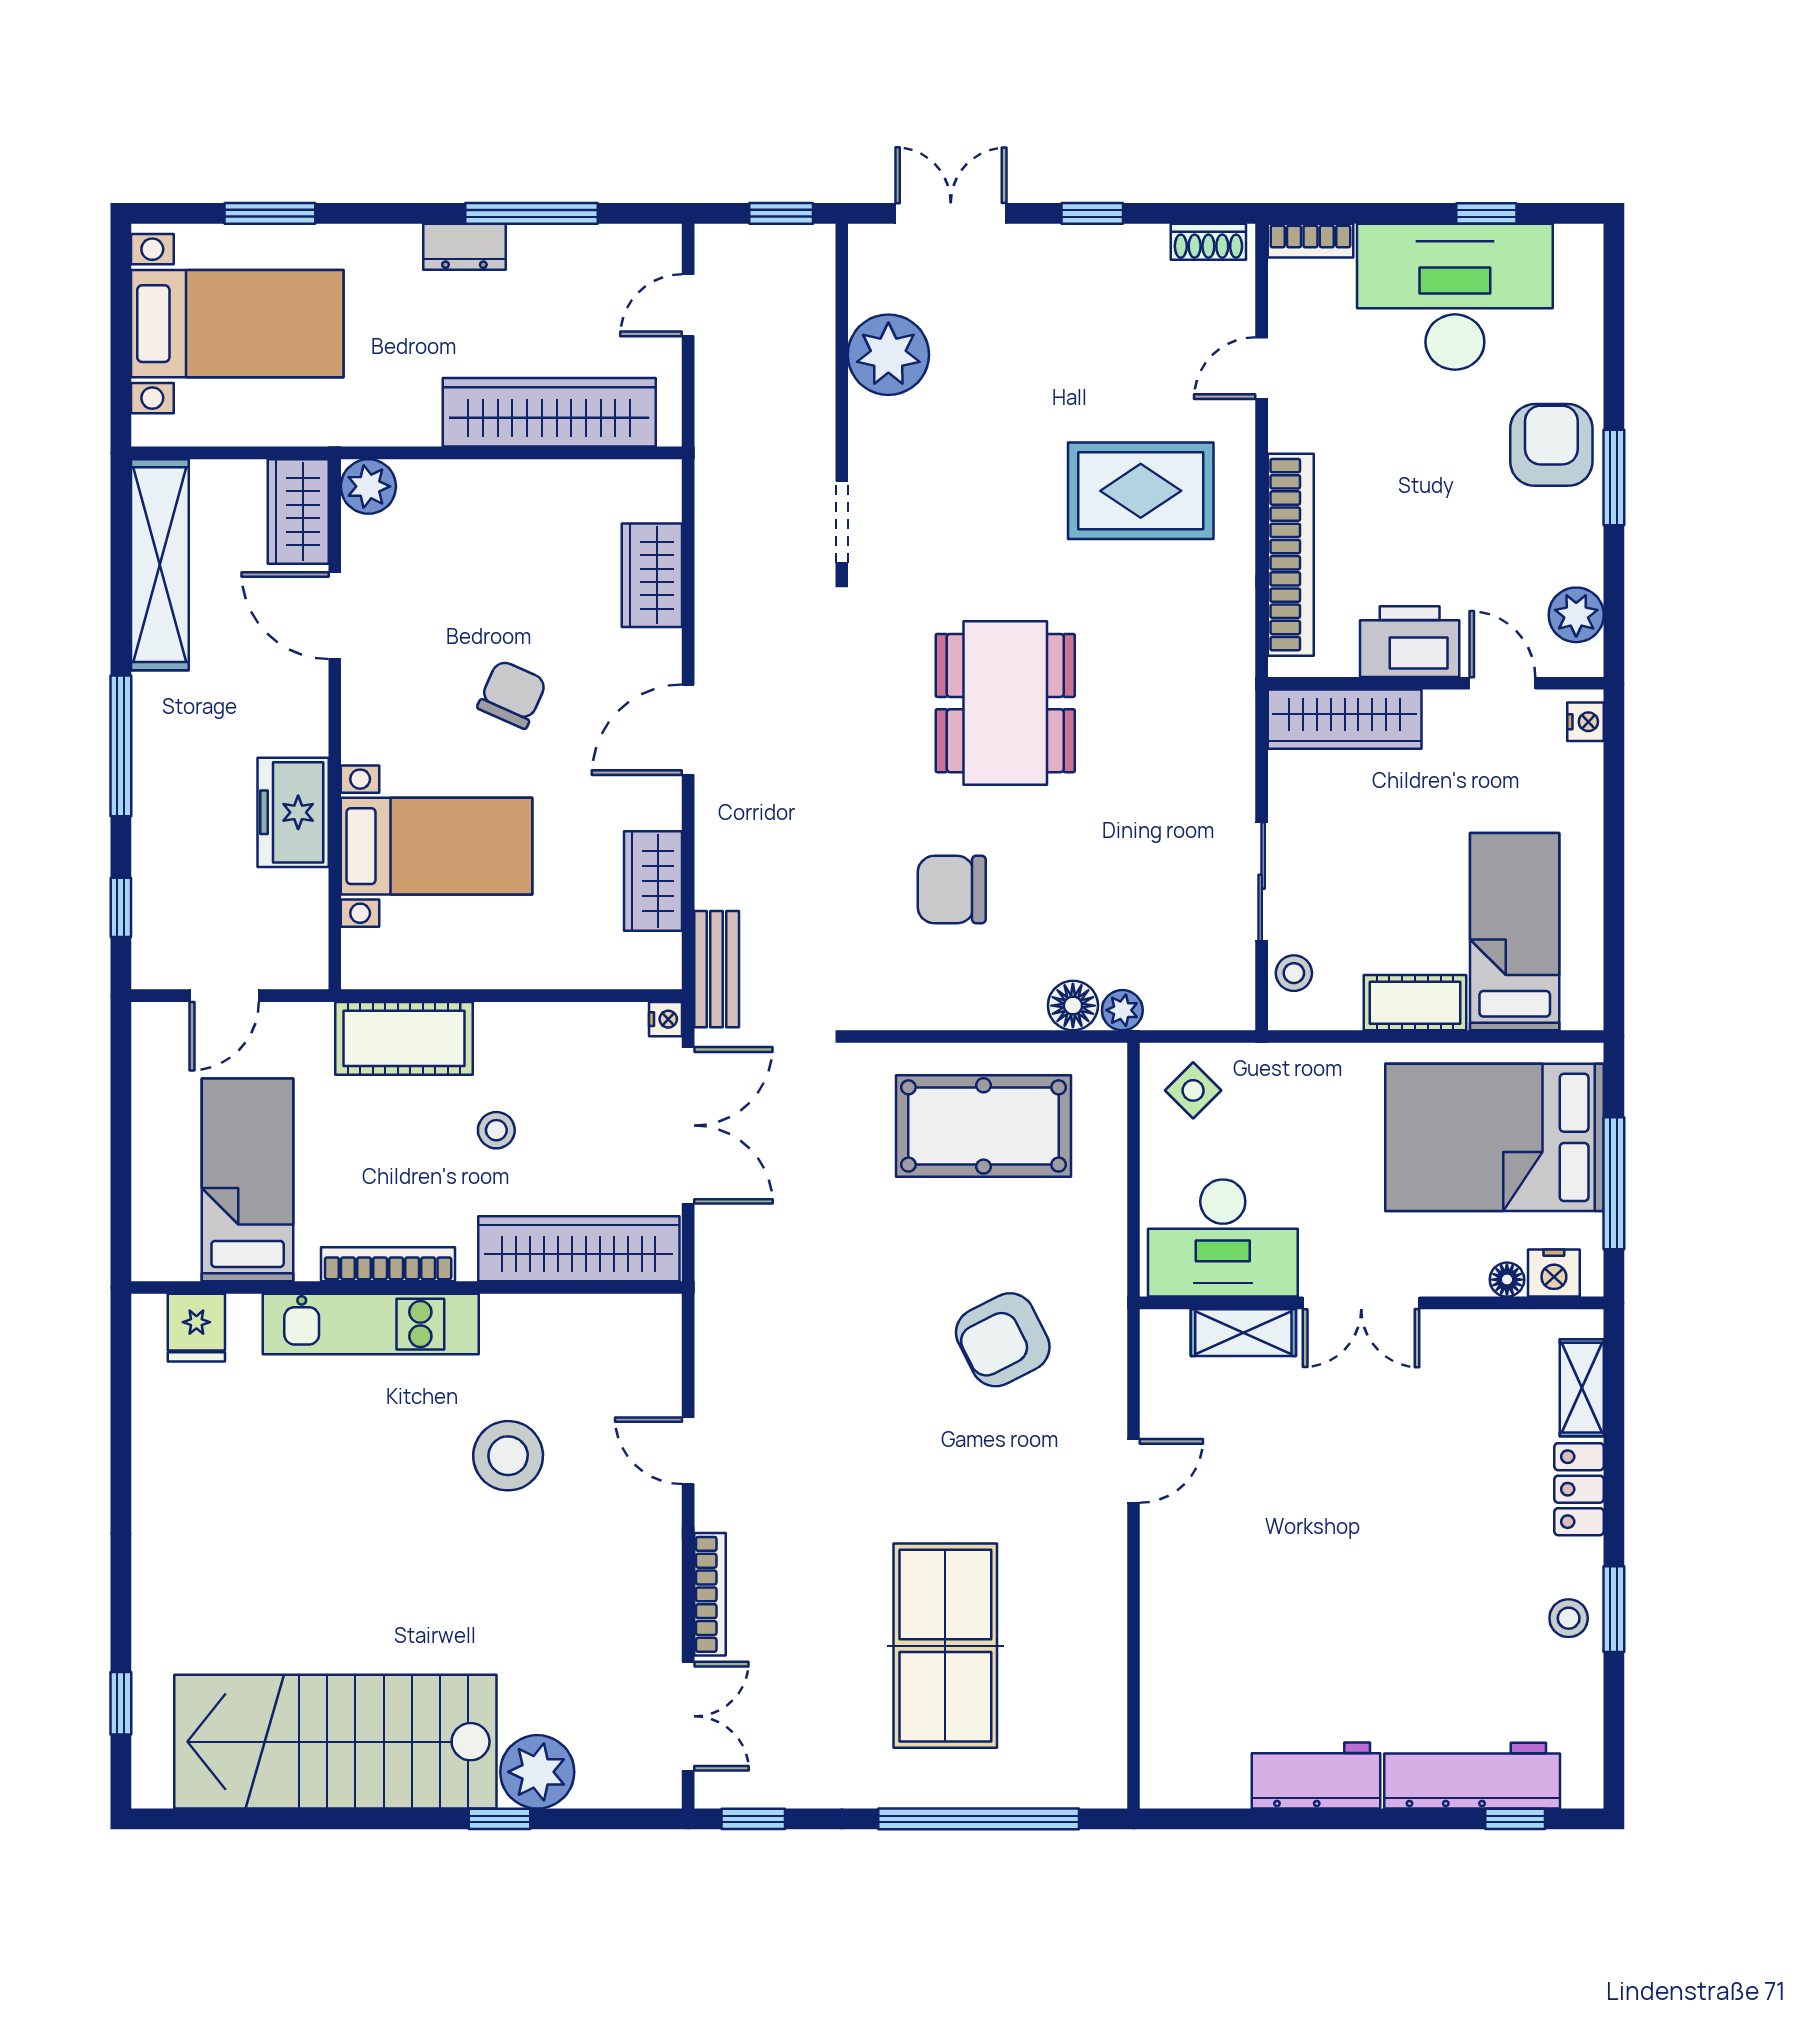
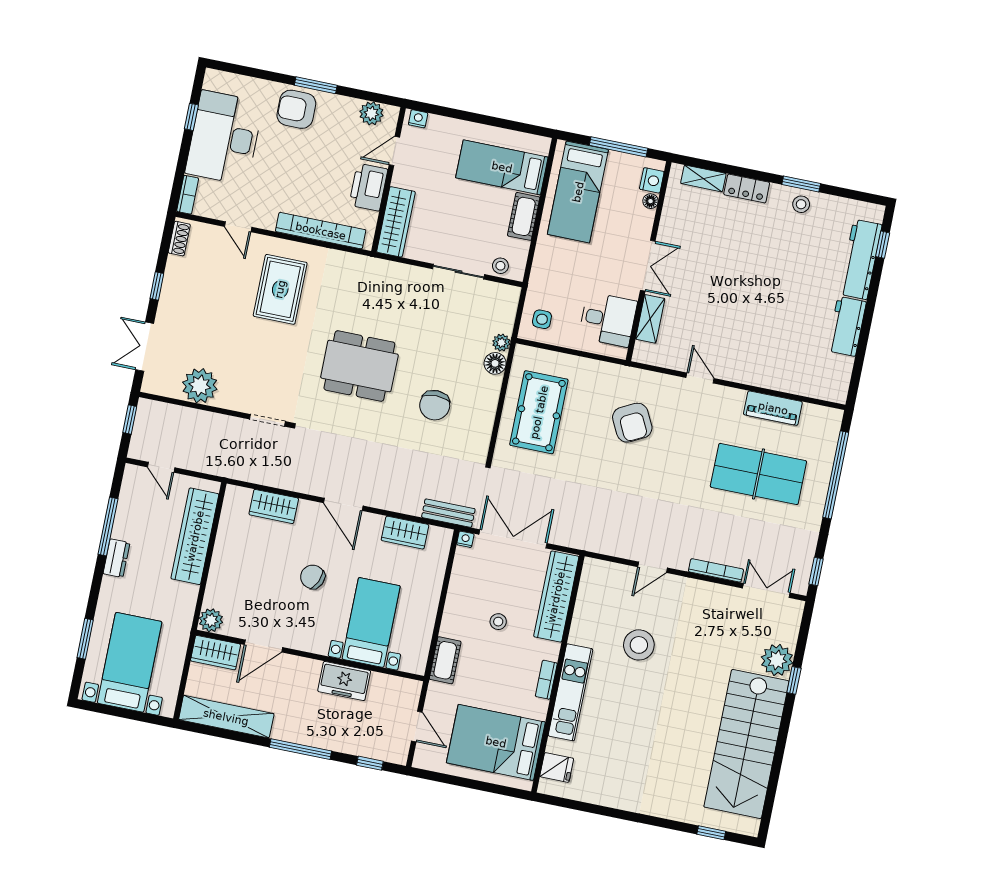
cot: (404, 1038) -> (445, 660), width x0.73, depth x0.75
side table: (1193, 1090) -> (542, 319), turned 45
bed: (1494, 1137) -> (578, 192), width x0.67
bed: (248, 1180) -> (496, 742), width x1.50
desk: (1223, 1238) -> (608, 319), width x0.73
bookcase: (388, 1264) -> (546, 680), width x0.64
piano: (1099, 1648) -> (773, 408), added

